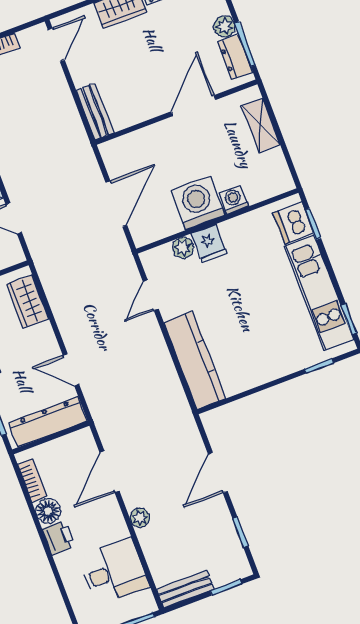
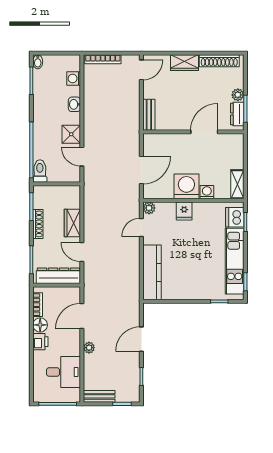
shelving: (261, 125) -> (237, 184), moved
plant: (183, 248) -> (149, 208), moved
wardrobe: (28, 301) -> (72, 223), moved

